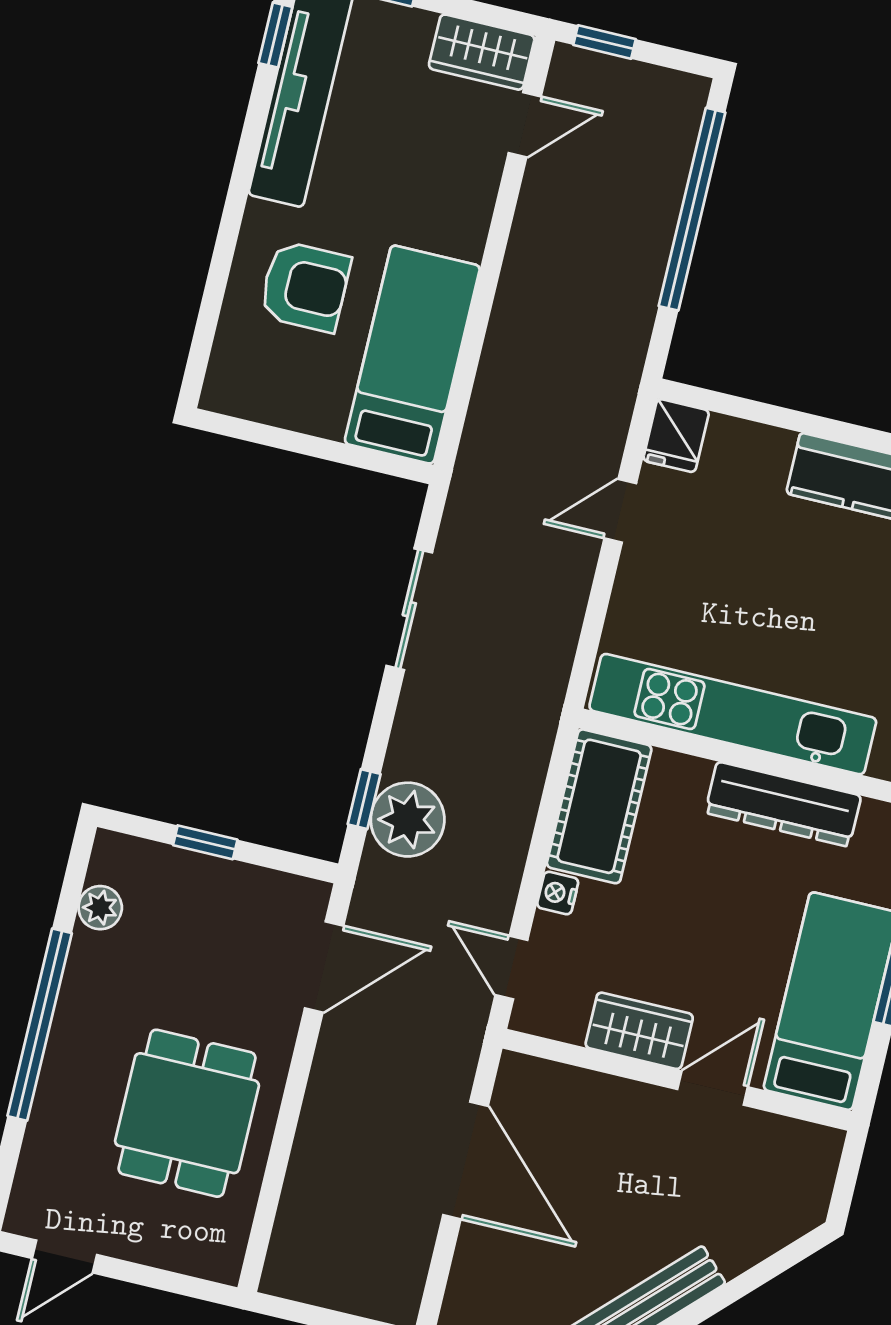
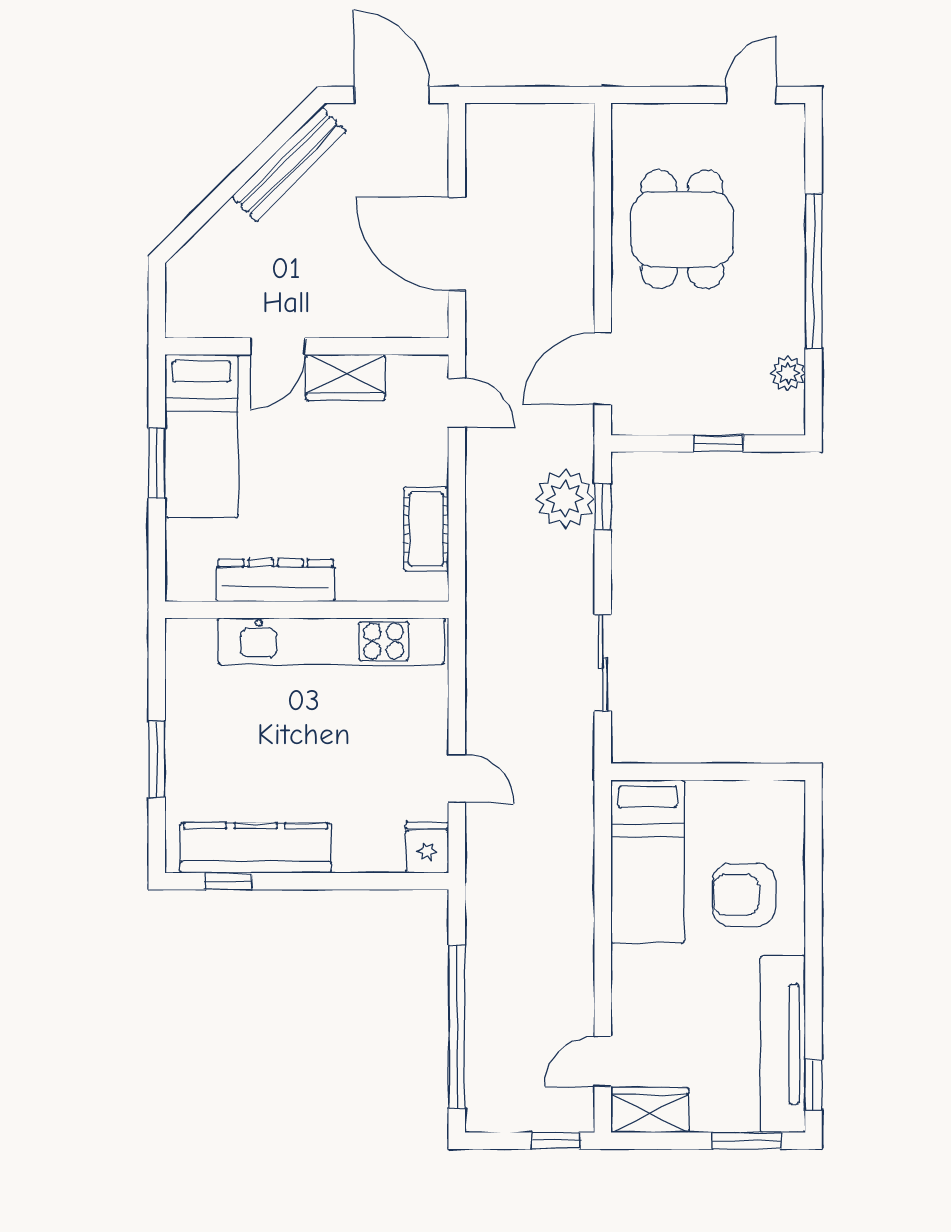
door: (620, 511) -> (457, 779), hinge flipped
cot: (599, 806) -> (426, 529), width x0.73, depth x0.75
nightstand: (558, 893) -> (435, 469), removed

